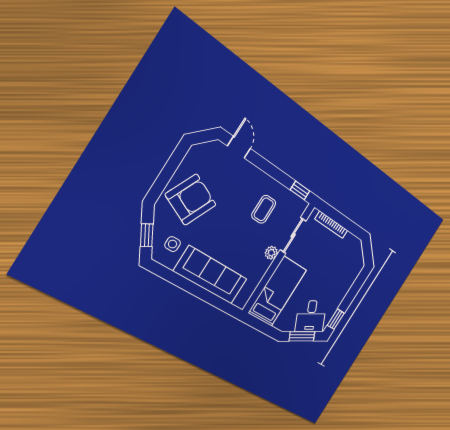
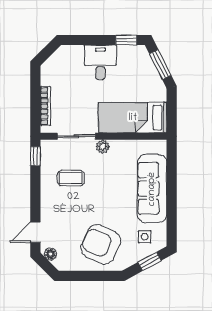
floor lamp: (211, 148) -> (50, 254), added
desk: (311, 316) -> (100, 62), moved, turned -63

